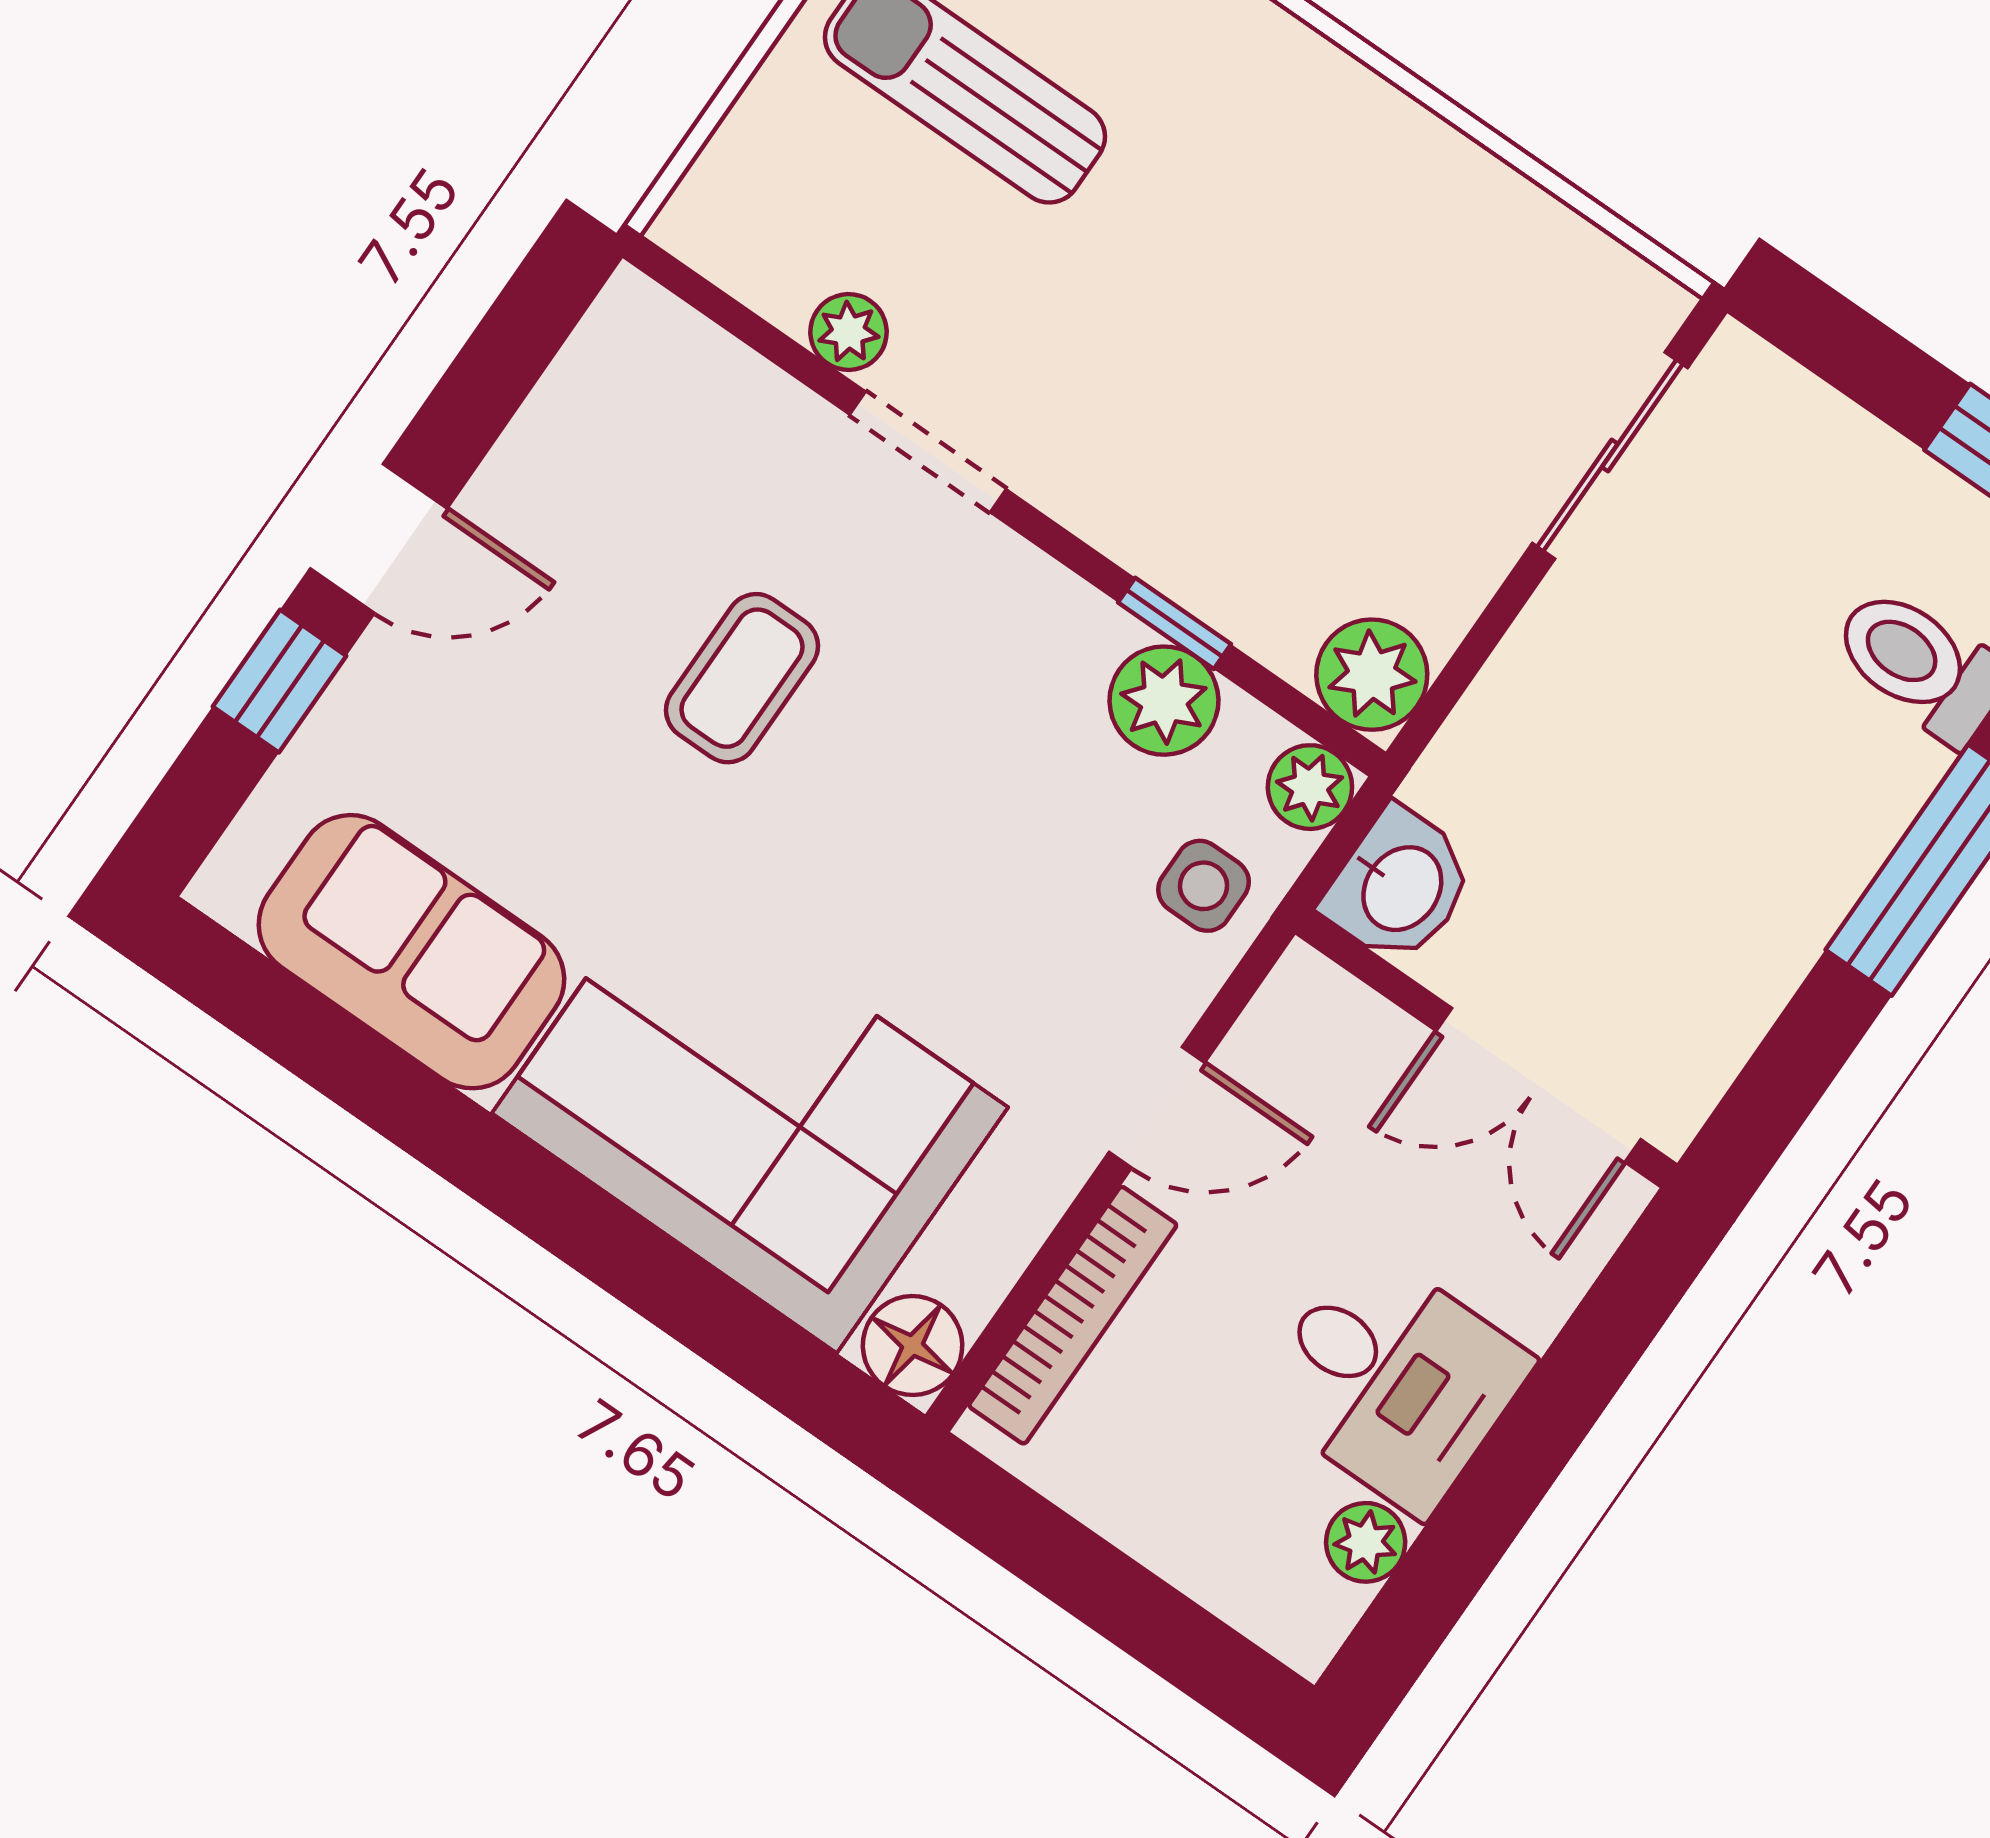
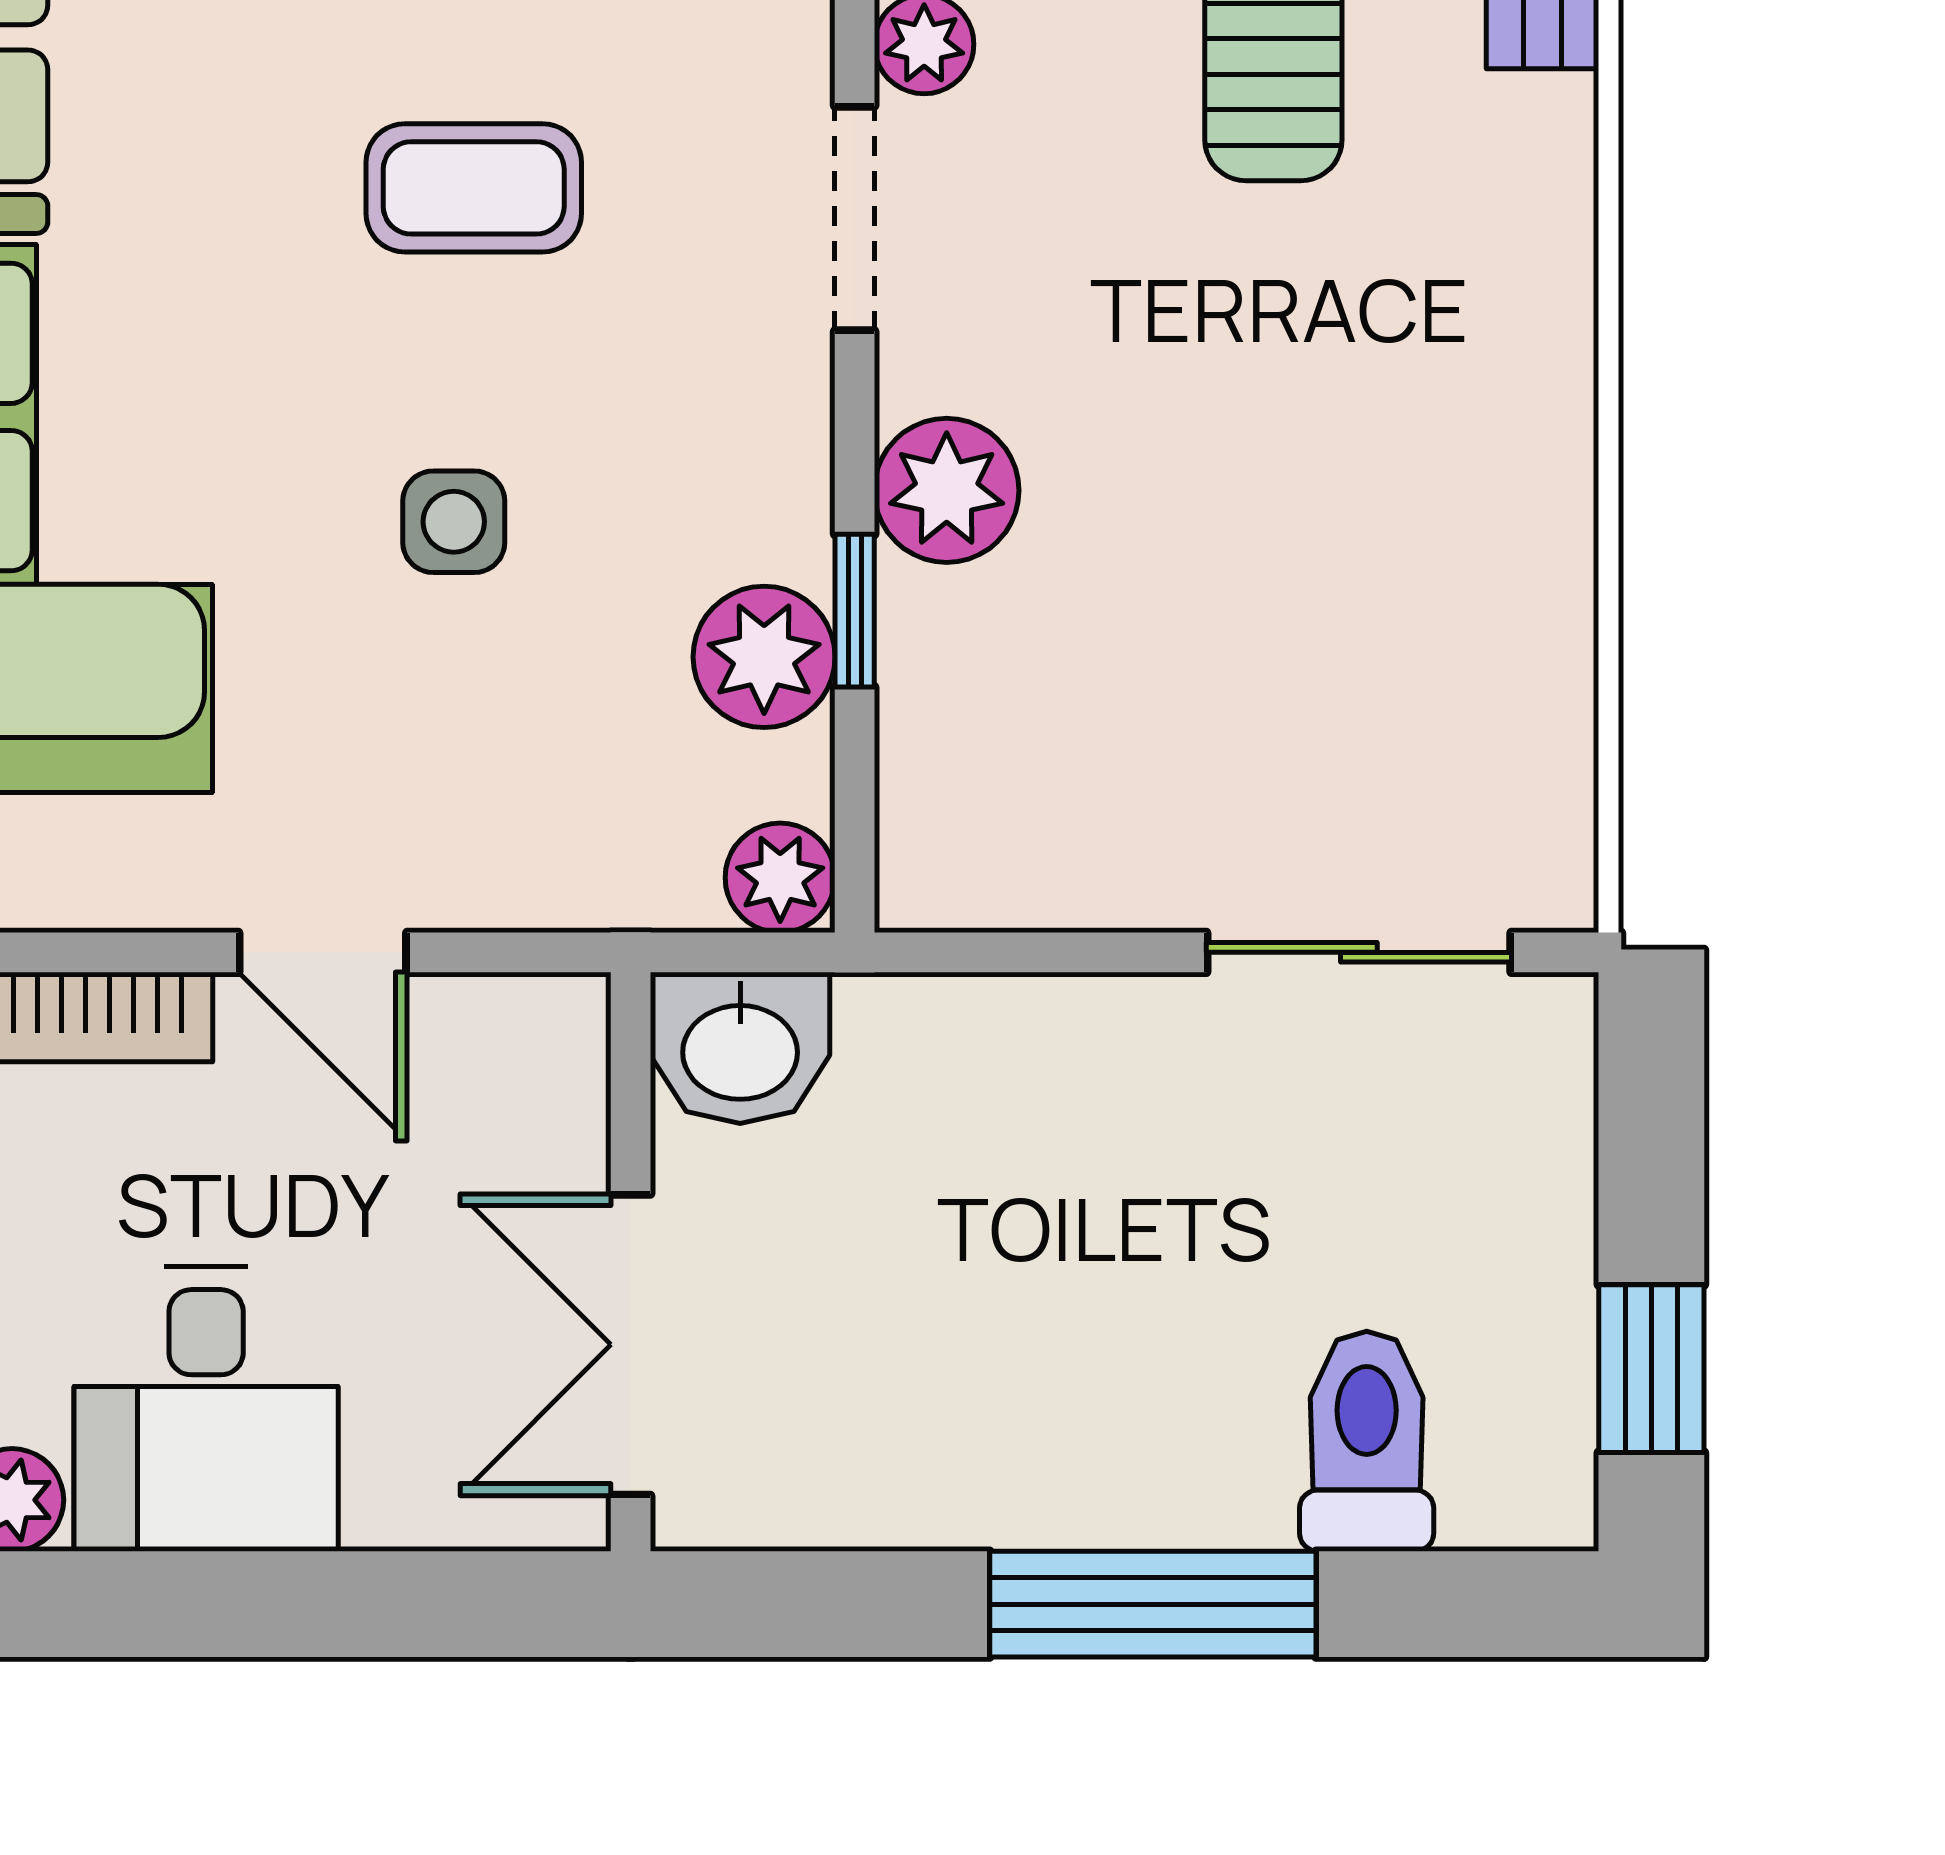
plant: (1372, 675) -> (947, 490), moved
side table: (1204, 886) -> (454, 522), moved

